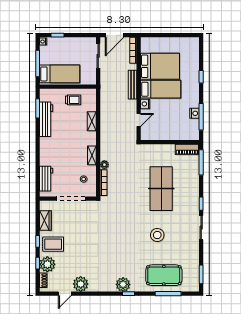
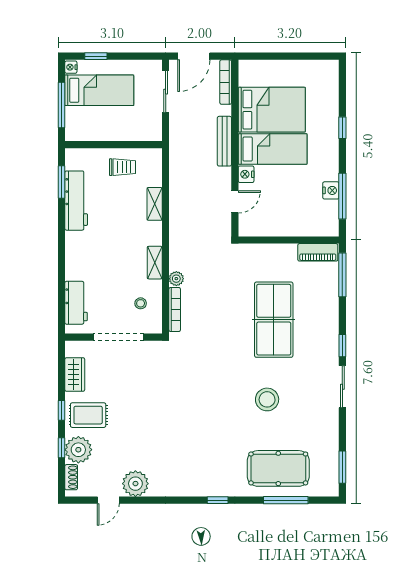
bed: (60, 74) -> (99, 90), moved
plant: (123, 284) -> (208, 484), removed

